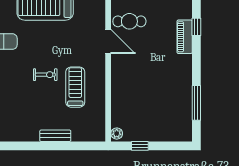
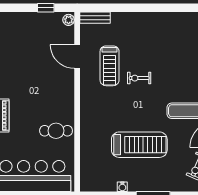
door: (108, 42) -> (77, 56), moved
bench: (55, 136) -> (95, 18), moved

